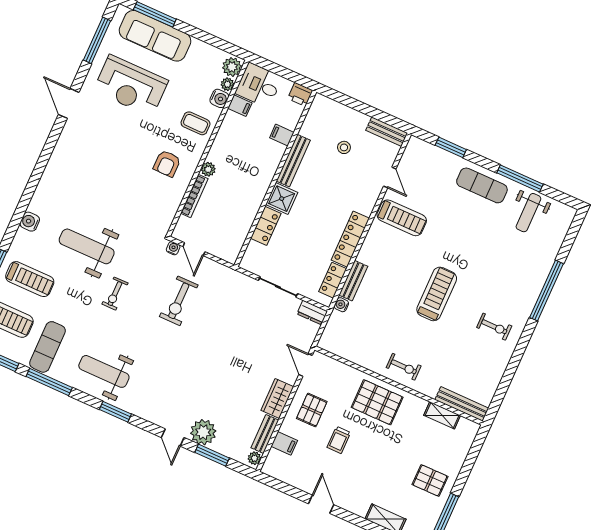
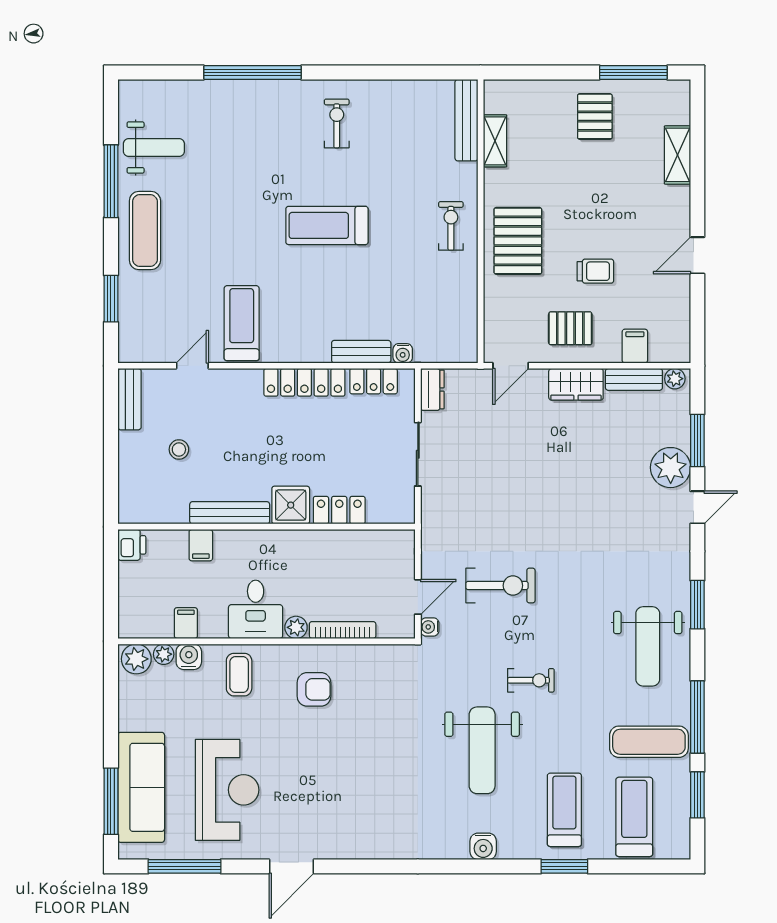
desk: (259, 85) -> (256, 609), moved

